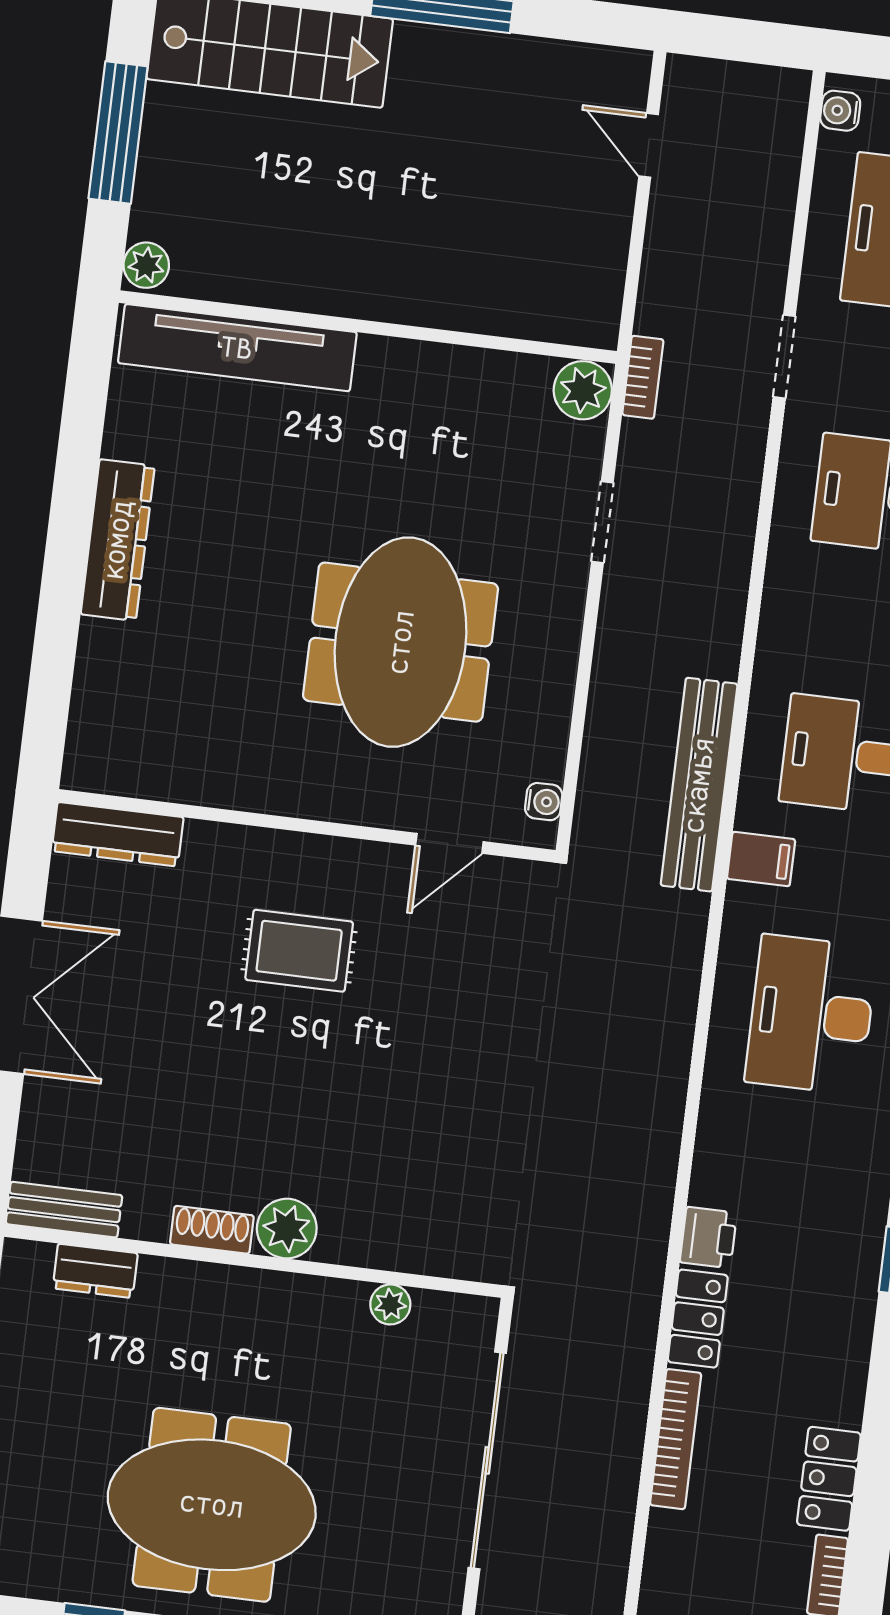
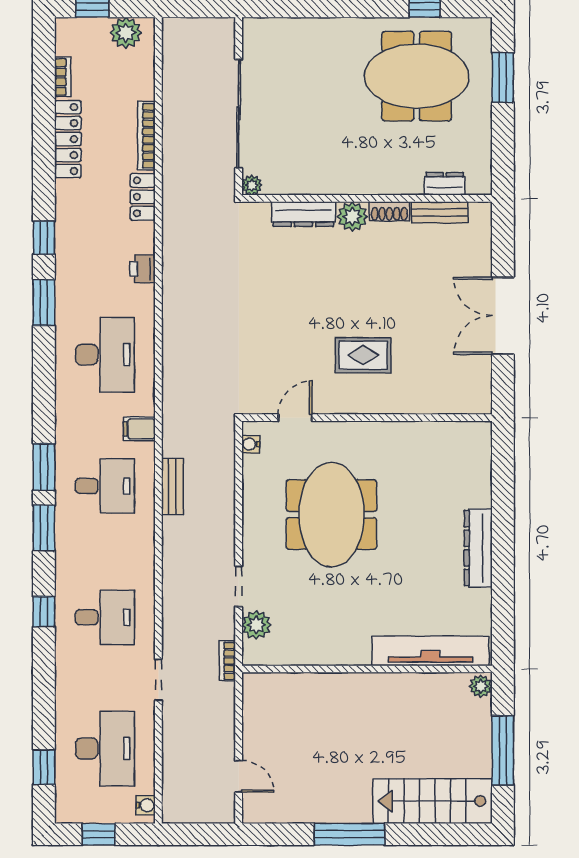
plant: (583, 390) -> (256, 625), moved
bench: (699, 785) -> (172, 486), width x0.54, depth x0.82
dresser: (118, 834) -> (303, 214), moved, turned 180
bench: (64, 1210) -> (440, 212), moved
printer: (708, 1238) -> (142, 269), moved
plant: (390, 1304) -> (252, 185), moved
locker: (829, 1479) -> (68, 139), width x1.53
meeting table: (212, 1505) -> (417, 76), moved

